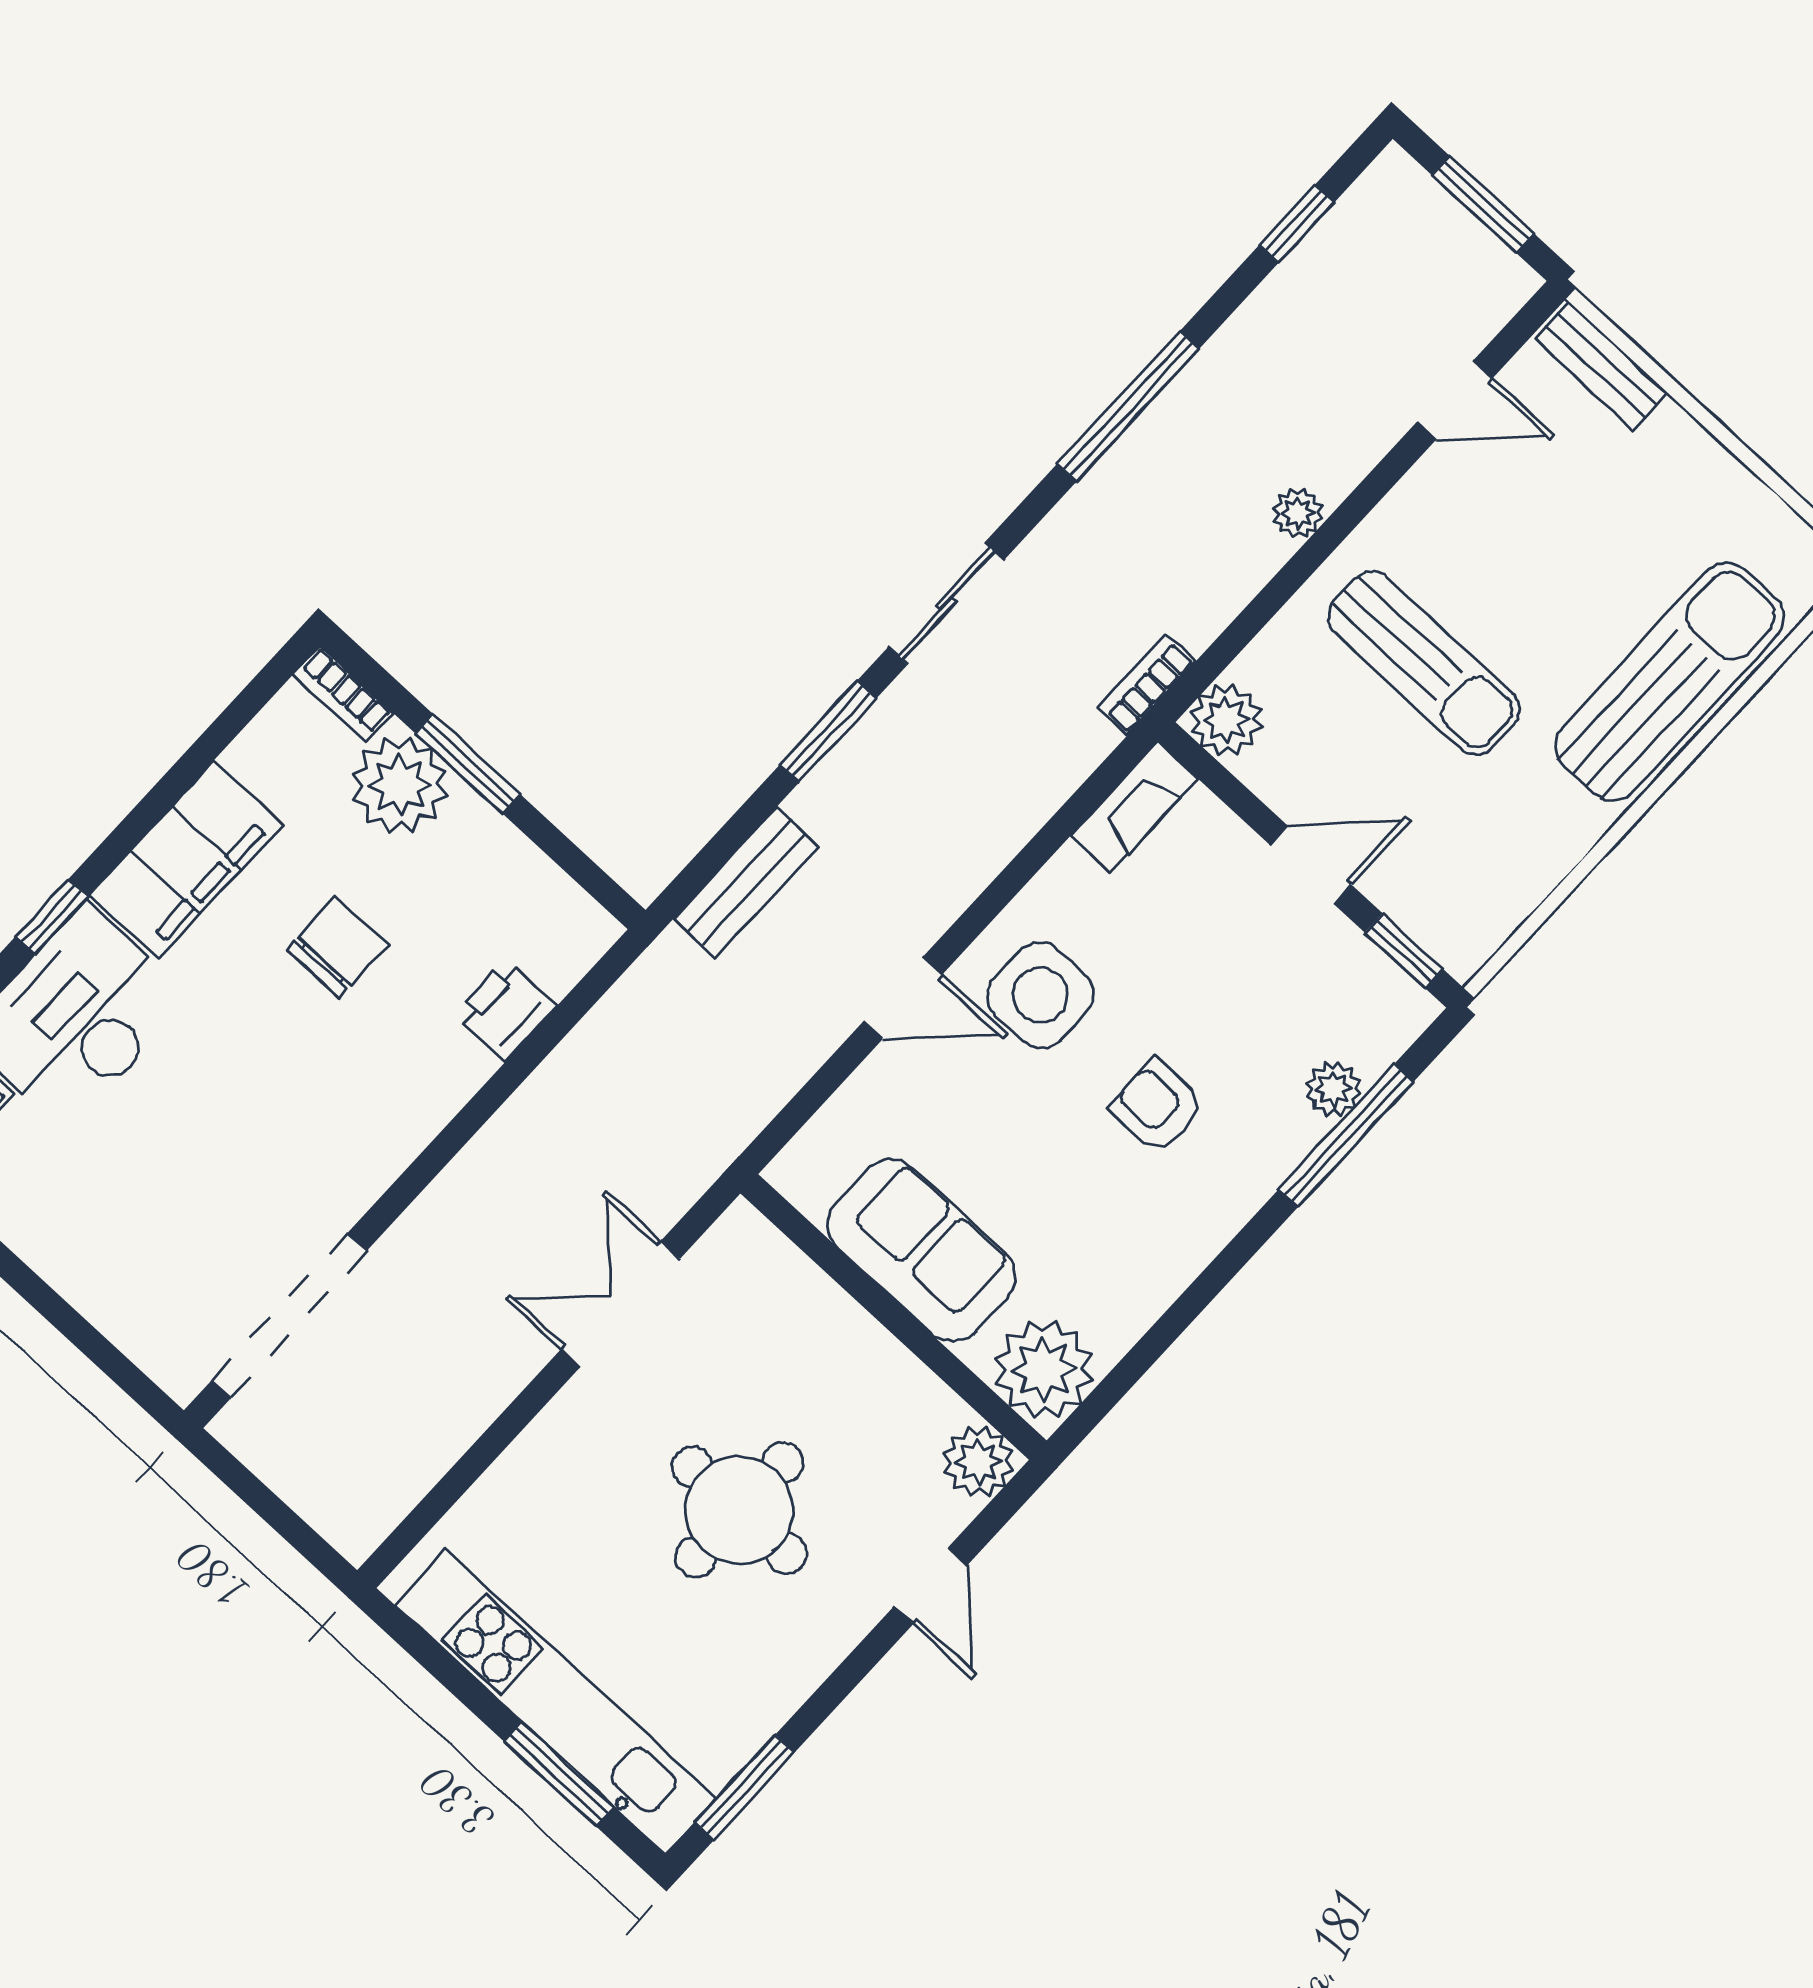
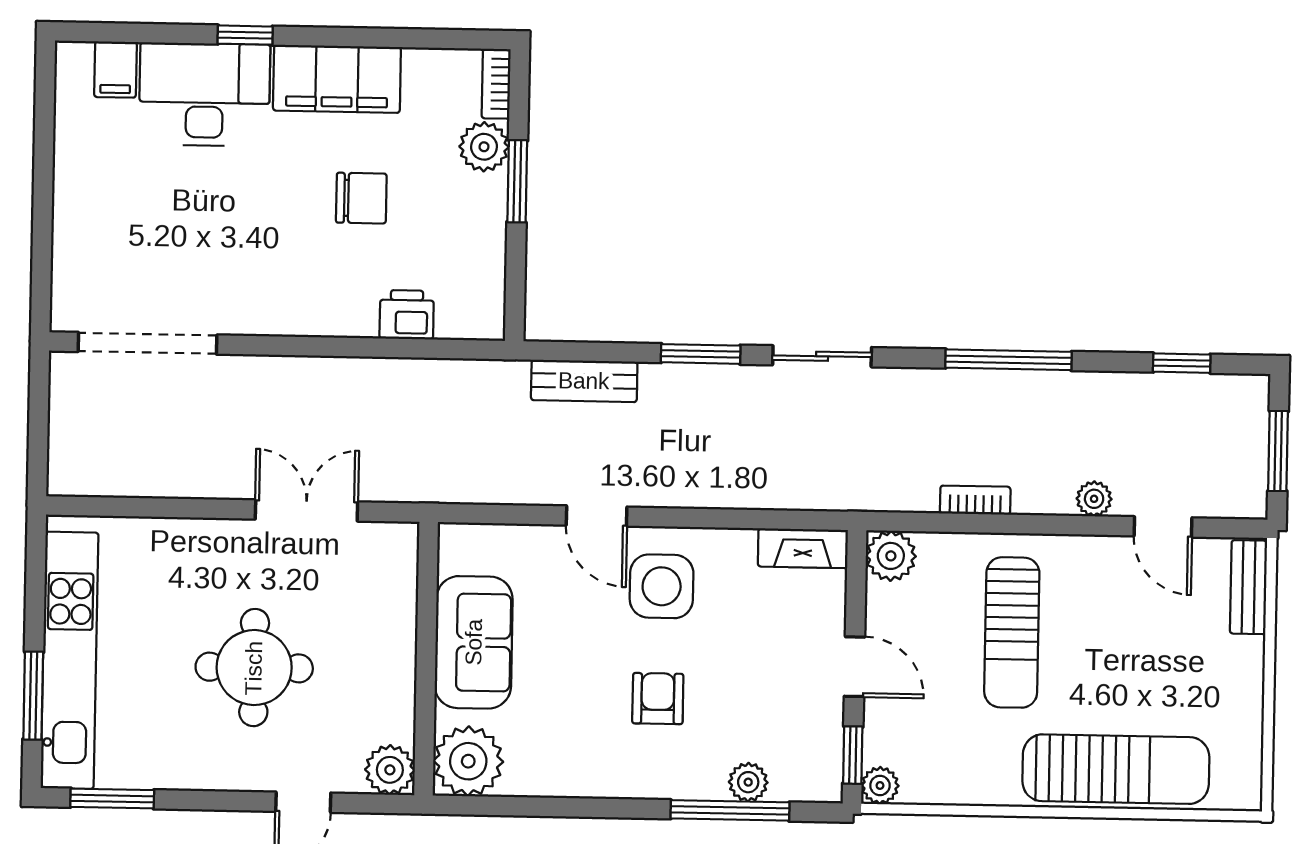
plant: (1298, 513) -> (1094, 499), moved
bookcase: (1147, 685) -> (975, 500), moved
plant: (400, 785) -> (484, 147), width x0.73, depth x0.73
plant: (1462, 951) -> (880, 785), added

